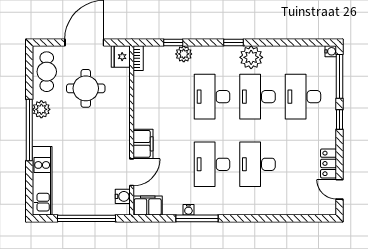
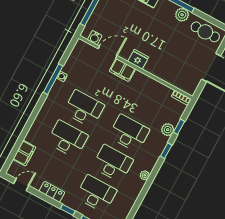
window: (233, 42) -> (166, 151), moved
fridge: (121, 57) -> (138, 59), moved
plant: (251, 57) -> (145, 175), width x0.53, depth x0.53
round table: (86, 88) -> (180, 52), removed
locker: (329, 163) -> (52, 192), moved
door: (132, 172) -> (108, 52), swing flipped
filing cabinet: (148, 206) -> (24, 153), moved

